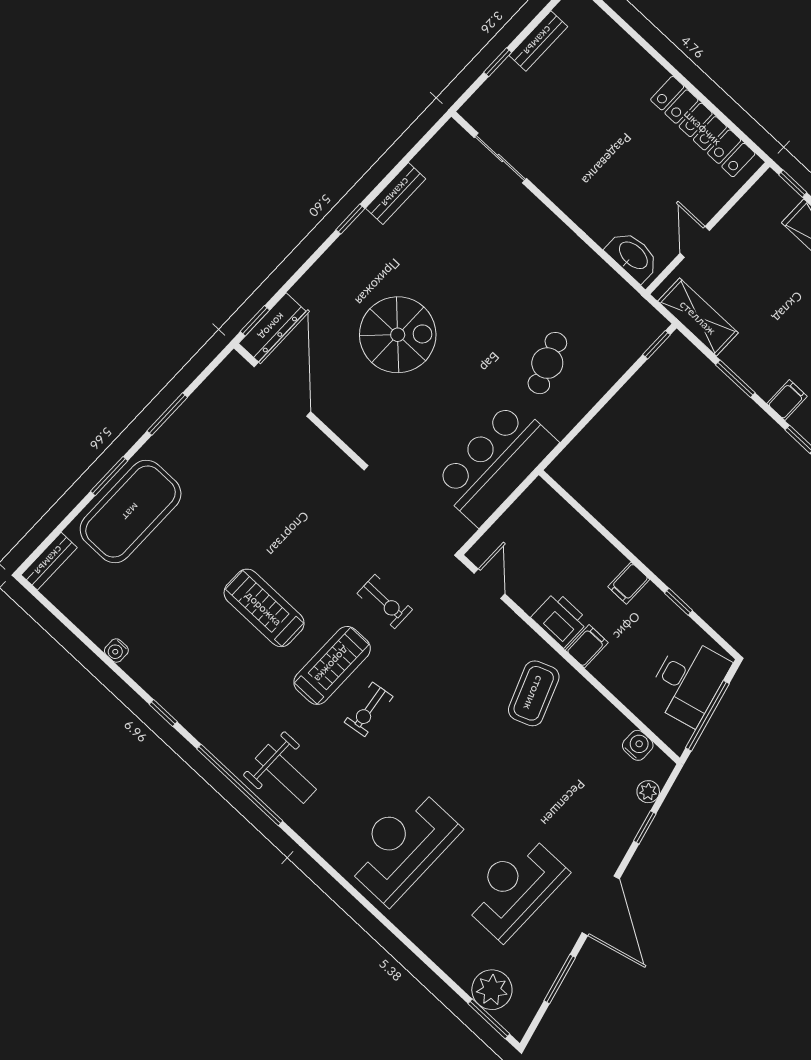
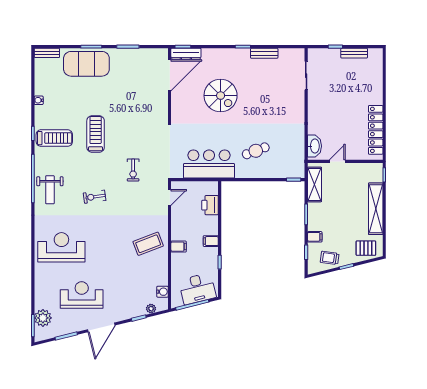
printer: (560, 619) -> (210, 205), moved, turned 180
treadmill: (332, 665) -> (54, 138), moved

